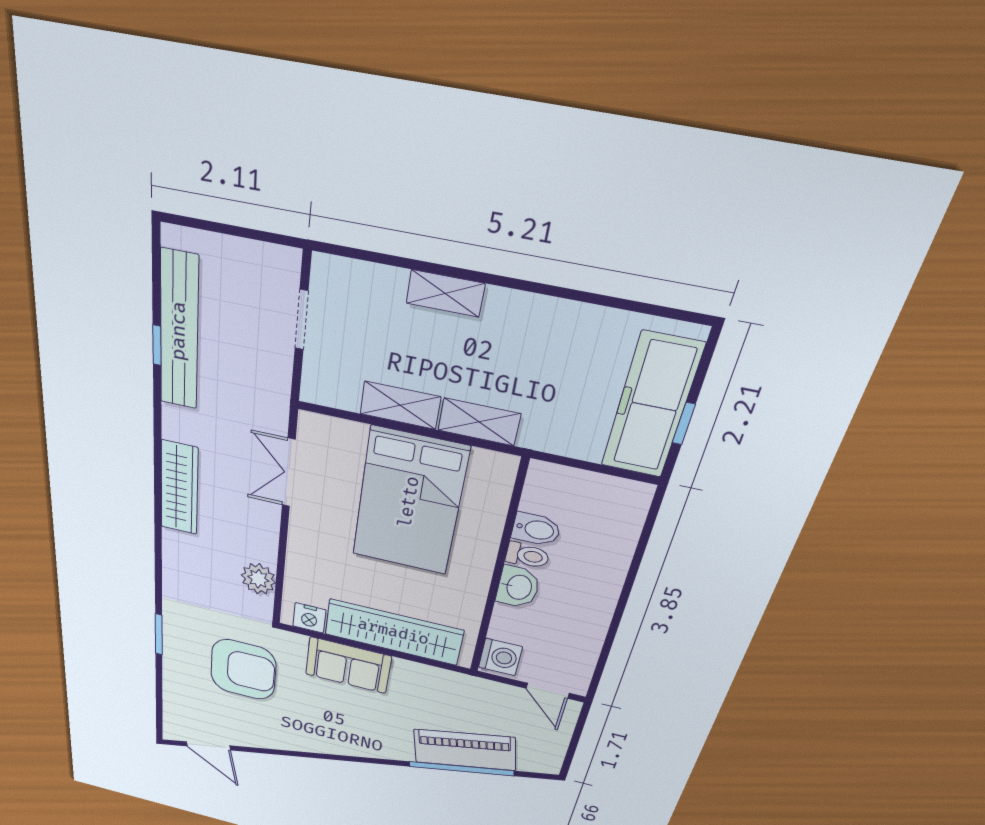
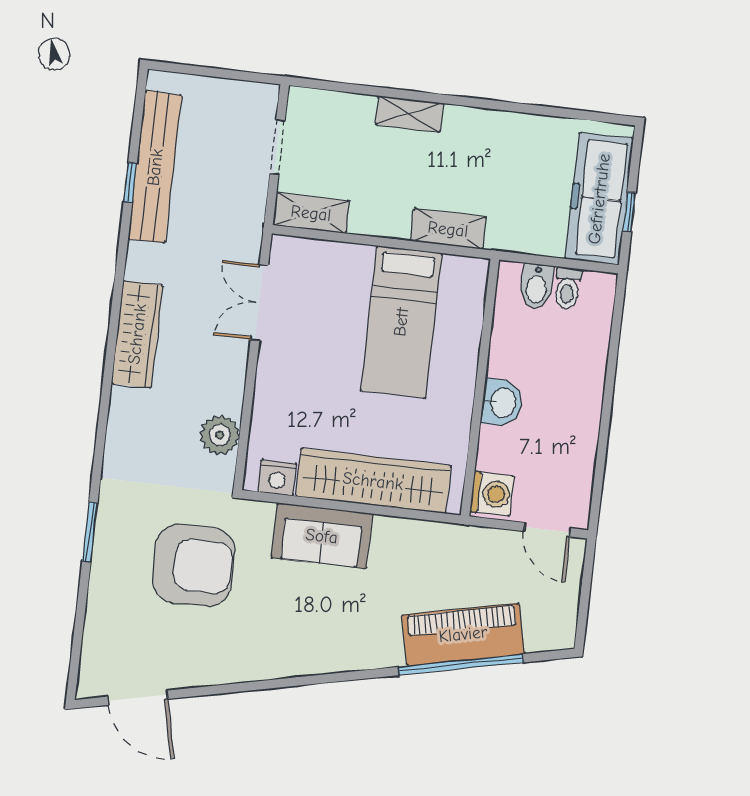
shelving: (400, 405) -> (311, 213), moved
bed: (409, 502) -> (401, 322), width x0.67
bidet: (536, 529) -> (537, 286), moved, turned 90
toilet: (527, 556) -> (567, 288), moved, turned 90

